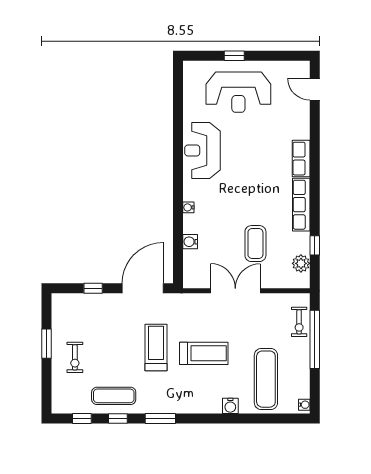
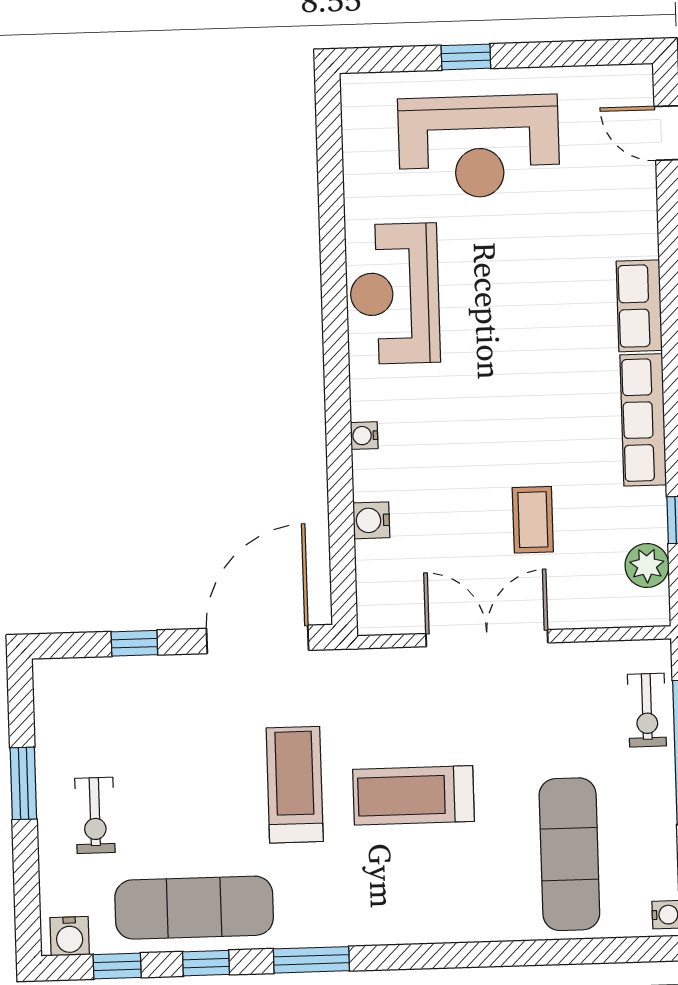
coffee table: (255, 244) -> (533, 520), width x0.73, depth x0.77
treadmill: (204, 353) -> (413, 795), turned 180
exercise mat: (114, 396) -> (194, 908), width x1.36, depth x1.45
water cooler: (230, 406) -> (70, 936), moved

